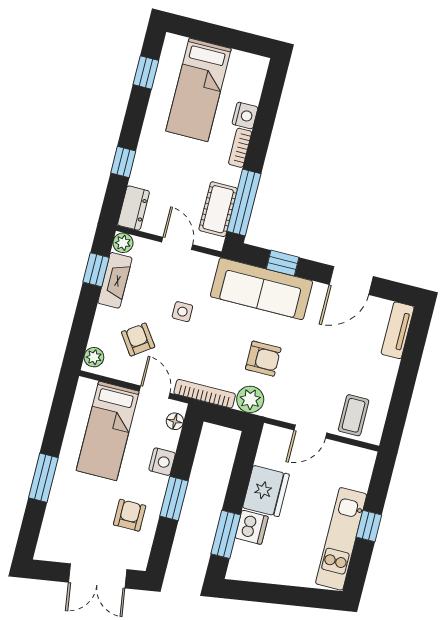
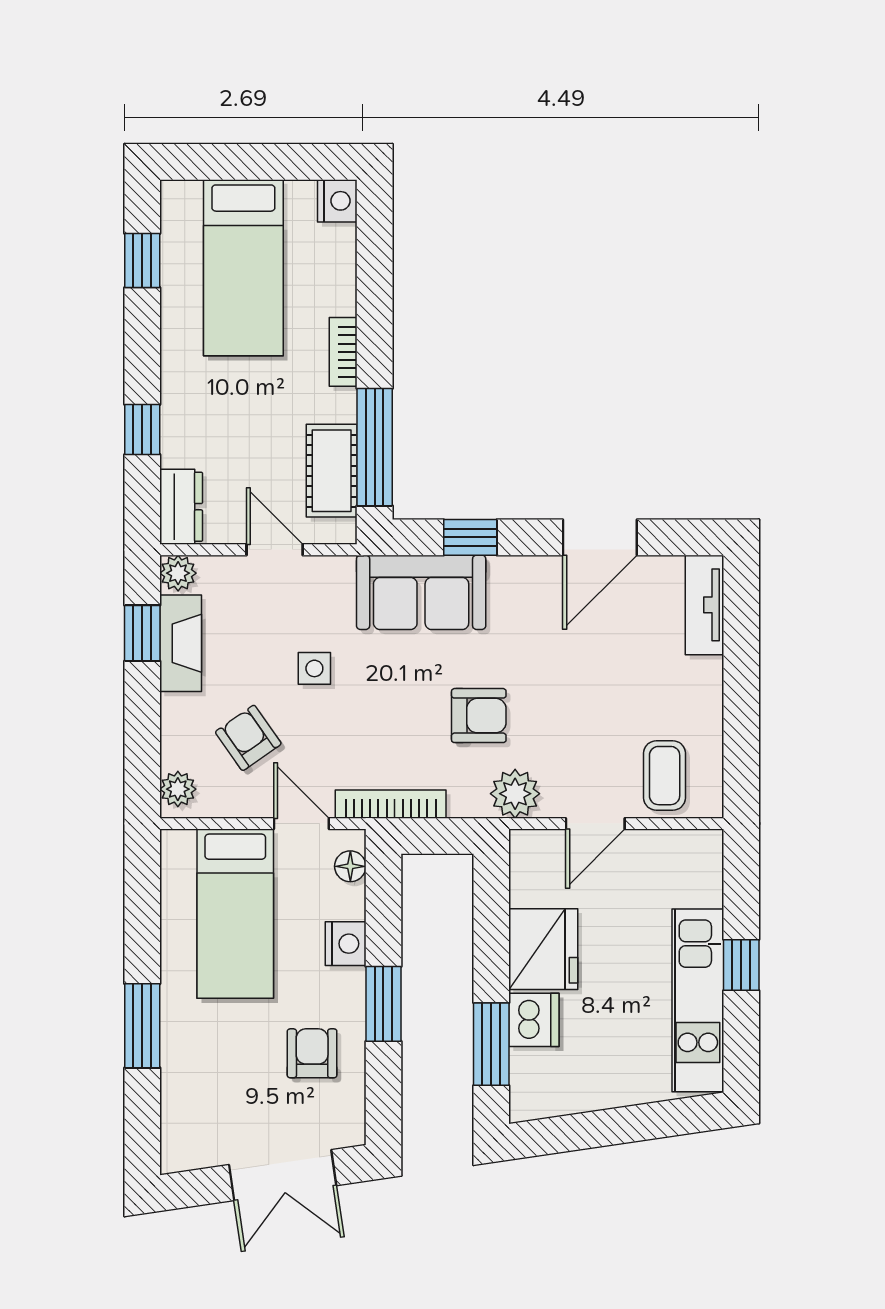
nightstand: (245, 116) -> (337, 201), moved
sofa: (261, 289) -> (421, 592), width x0.73
plant: (250, 399) -> (515, 794), moved

